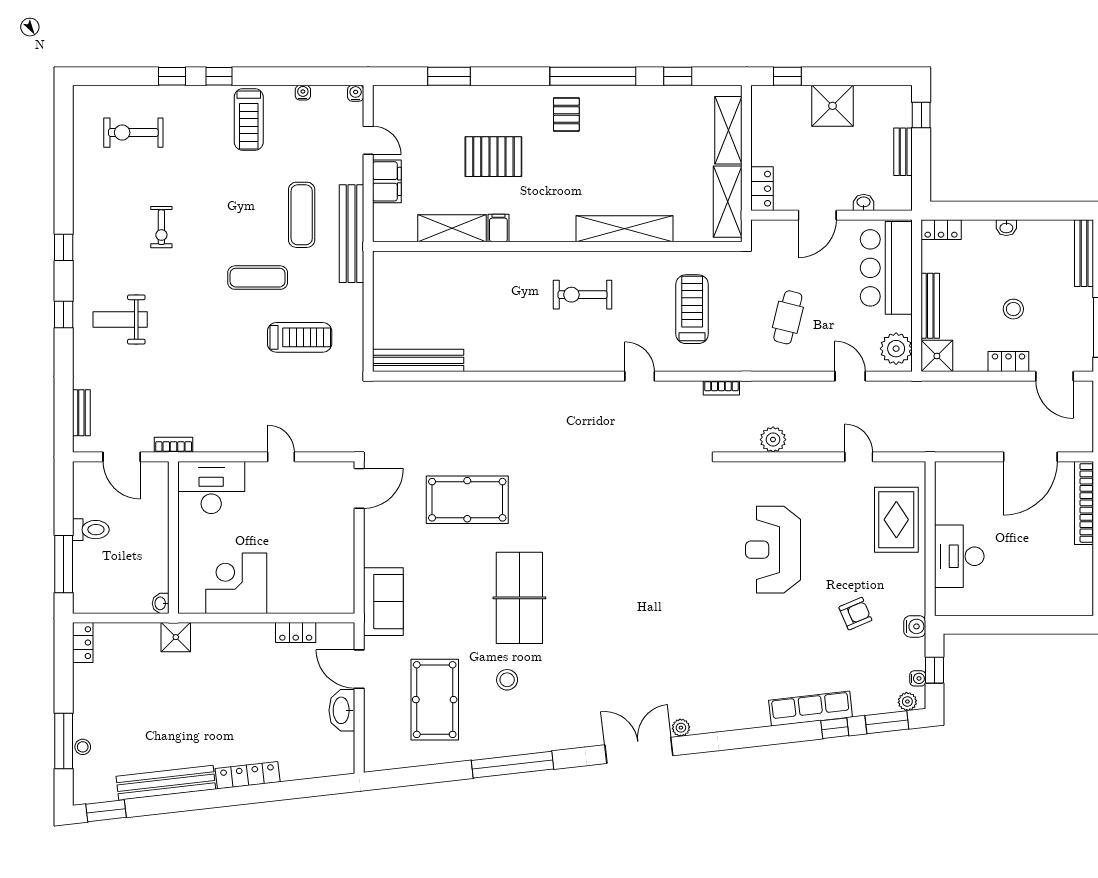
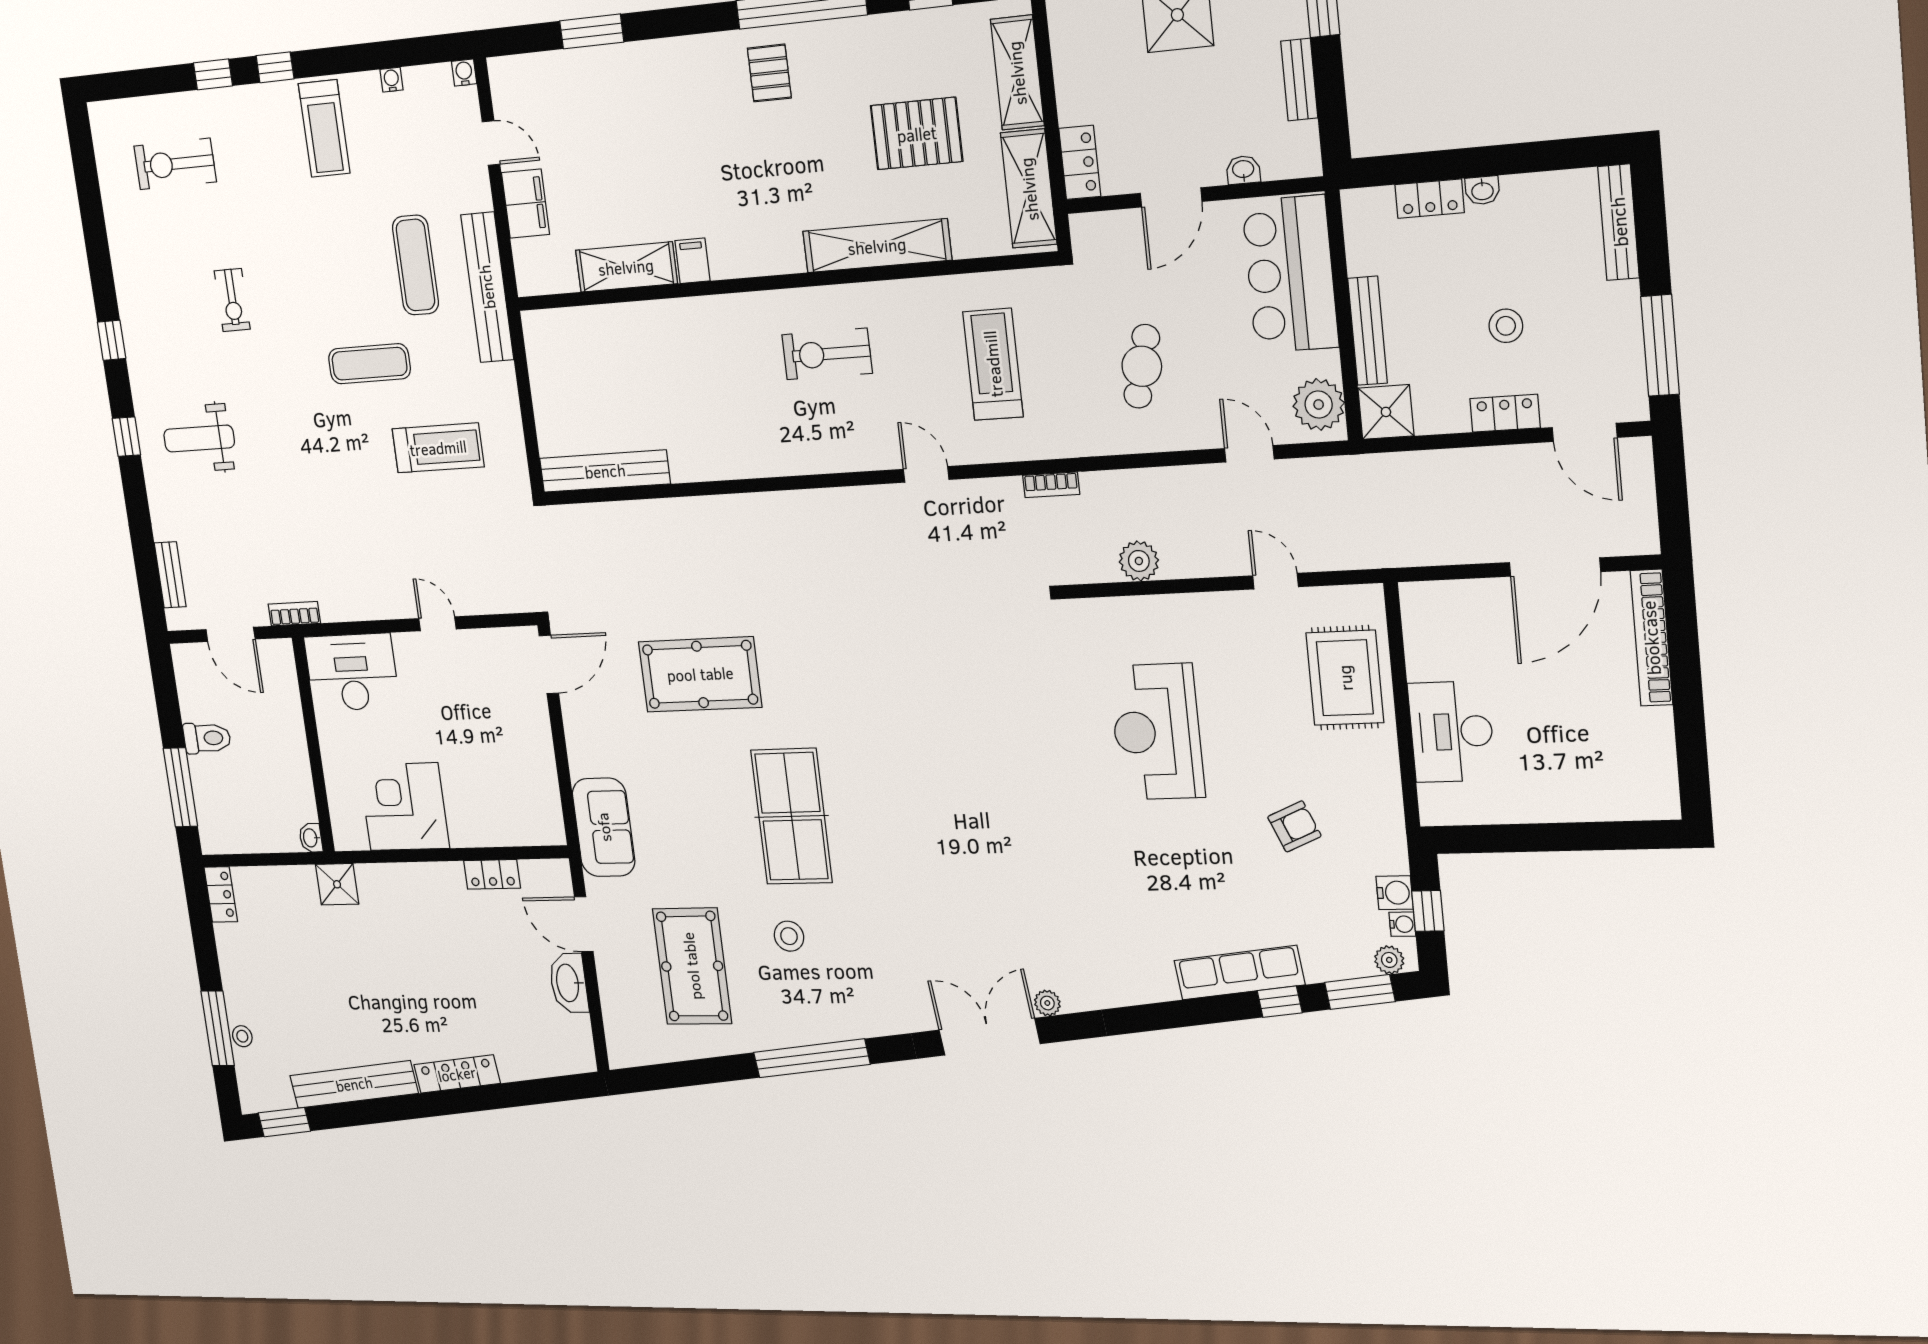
pallet: (493, 157) -> (917, 134), moved
locker: (941, 230) -> (1430, 199), moved
water cooler: (915, 626) -> (1395, 893), moved

